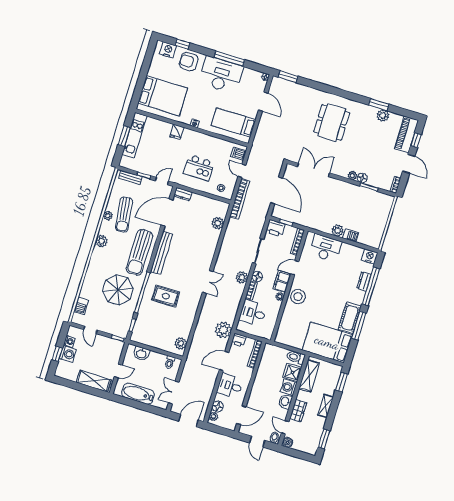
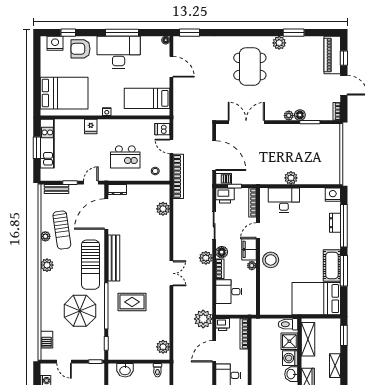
plant: (383, 116) -> (279, 43), moved
barbecue: (351, 235) -> (224, 179), moved

